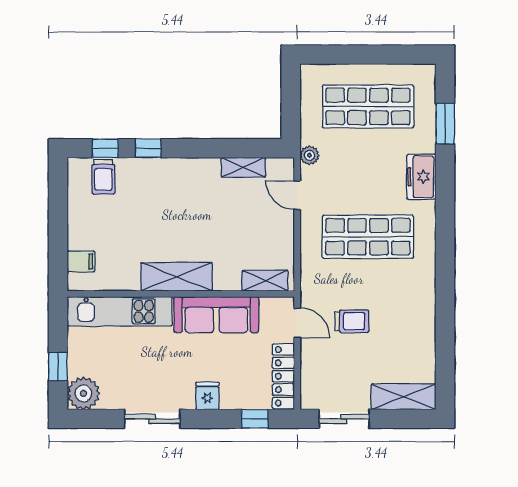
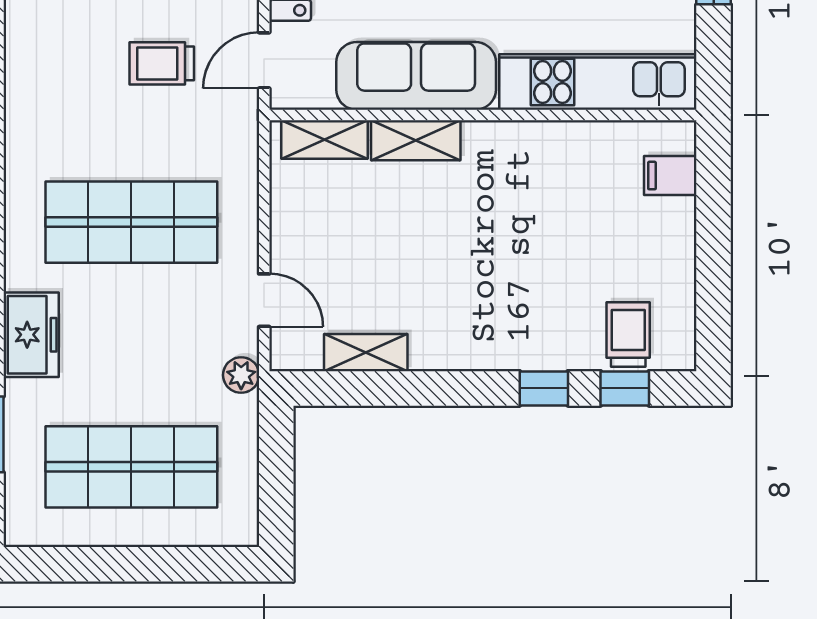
shelving: (177, 277) -> (416, 140), moved, width x0.67, depth x0.75
door: (297, 323) -> (264, 60), hinge flipped

